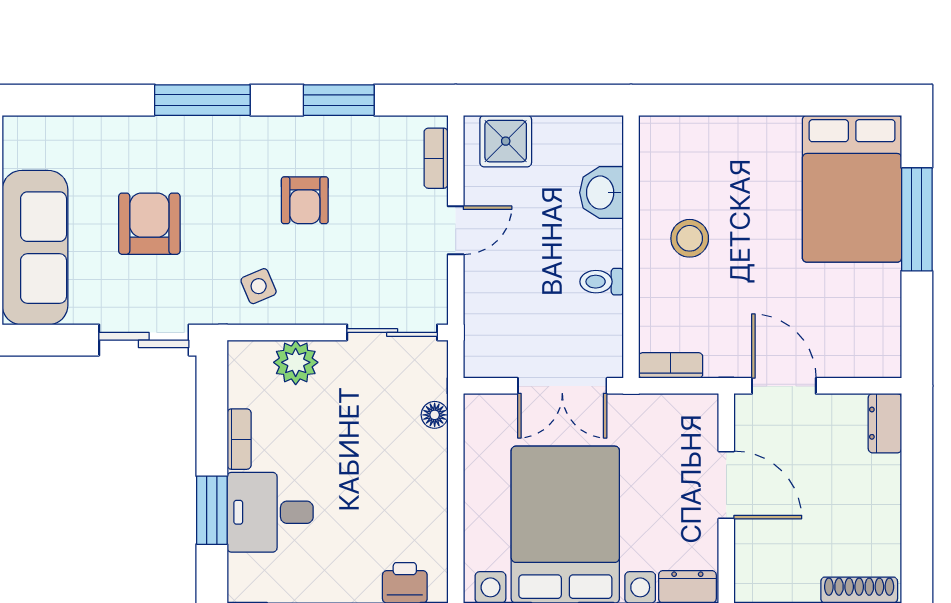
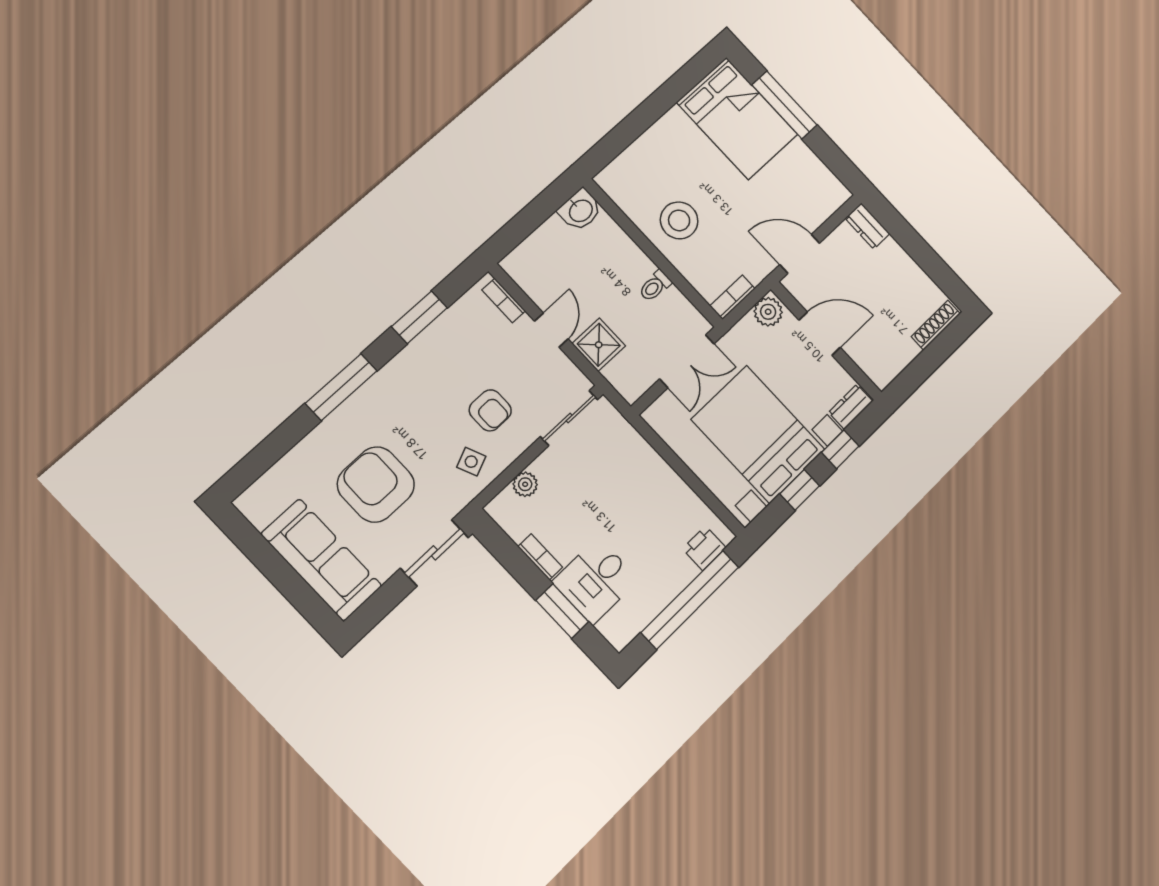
shower: (506, 141) -> (599, 345), moved
washbasin: (601, 193) -> (580, 210), moved, turned -90
armchair: (305, 200) -> (490, 410), moved
armchair: (149, 224) -> (376, 484), width x1.36, depth x1.36
stool: (690, 238) -> (679, 220), width x1.38, depth x1.38
plant: (296, 362) -> (525, 484), width x0.73, depth x0.73
plant: (694, 414) -> (768, 312), added
floor lamp: (435, 415) -> (634, 441), removed

